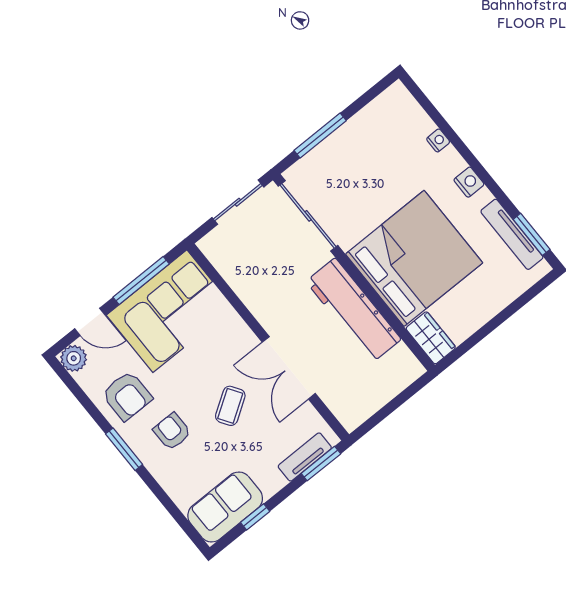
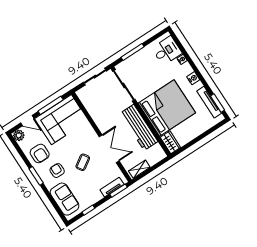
desk: (400, 124) -> (167, 51), added
double door: (289, 368) -> (109, 149), swing flipped
shelving: (364, 408) -> (139, 169), added
sofa: (225, 507) -> (65, 199), moved, turned 90

